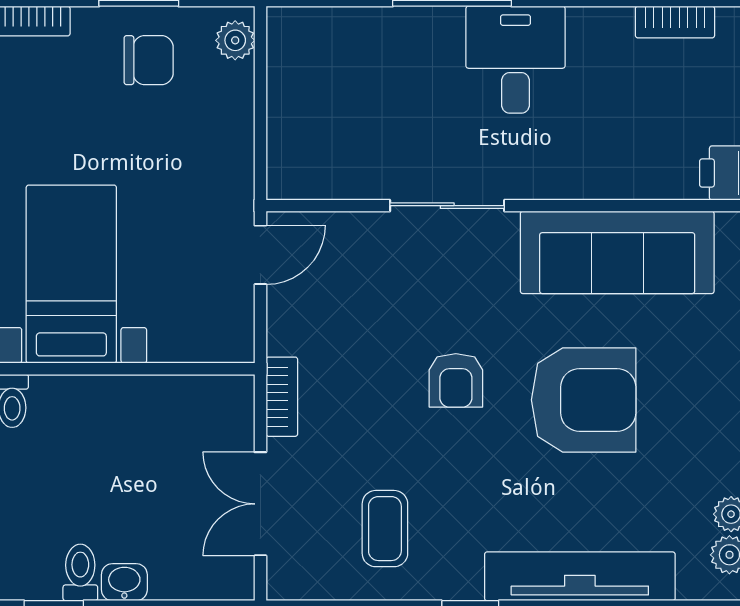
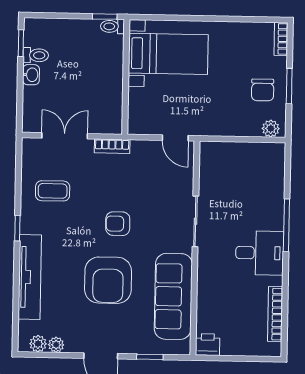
bookcase: (675, 22) -> (275, 314), width x1.56

